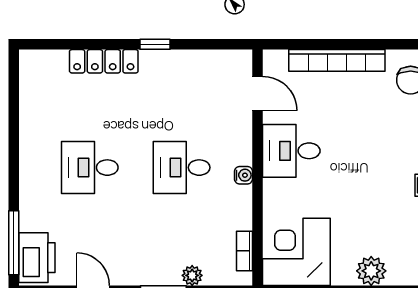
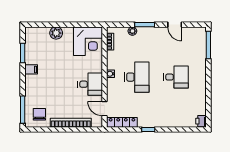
locker: (104, 61) -> (122, 122), moved
desk: (182, 168) -> (137, 77), width x1.37
printer: (37, 258) -> (201, 121), moved, width x0.53, depth x0.68

